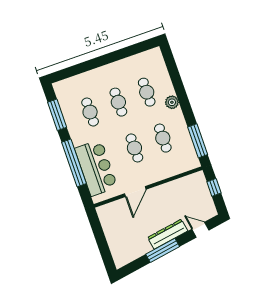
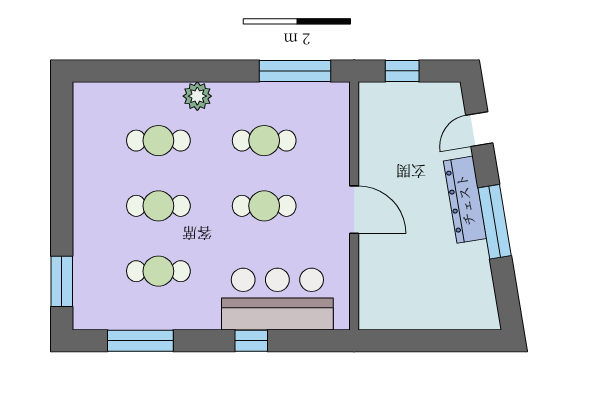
window: (71, 72) -> (62, 281), added
window: (74, 163) -> (251, 341), width x0.32
door: (135, 192) -> (354, 210), moved

